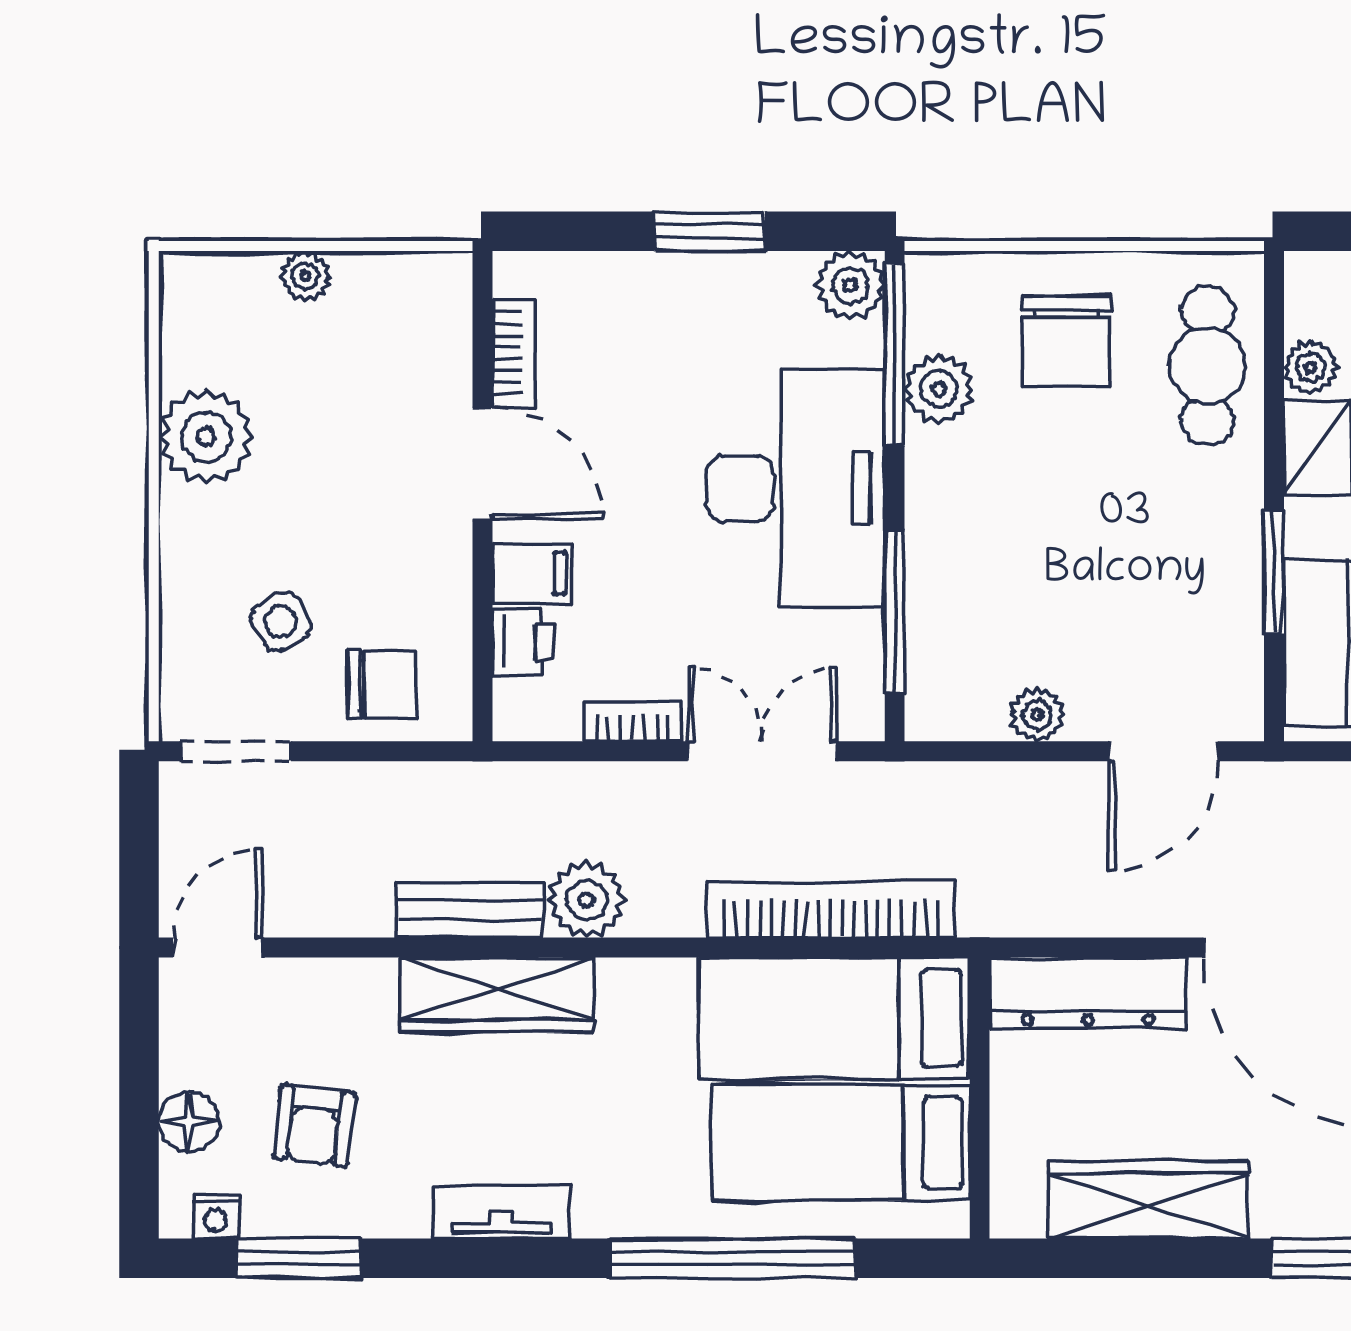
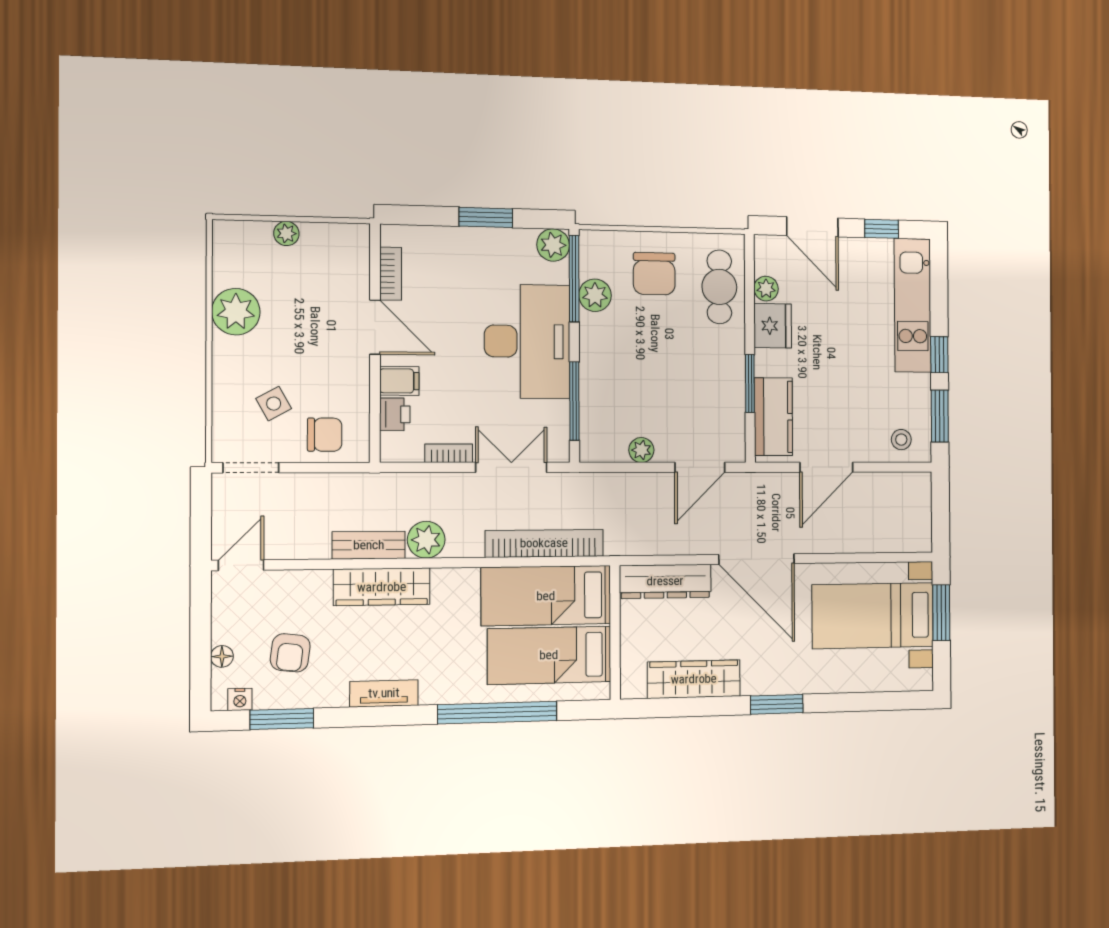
floor lamp: (189, 1121) -> (222, 656), width x0.73, depth x0.73

